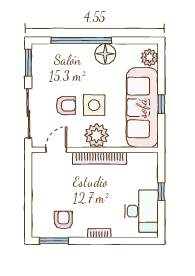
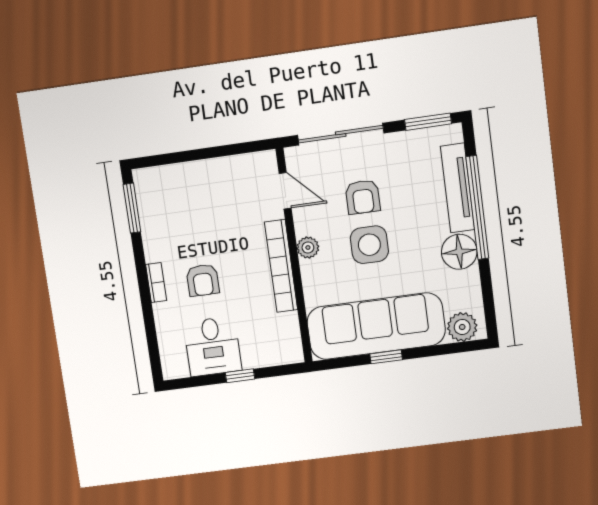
tv unit: (68, 50) -> (458, 188), added
plant: (97, 135) -> (308, 247), width x0.53, depth x0.53
desk: (142, 211) -> (213, 346), width x0.73
armchair: (63, 220) -> (203, 280), moved, turned 90

